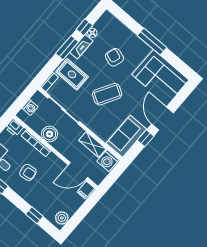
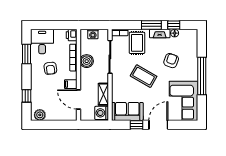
window: (152, 41) -> (202, 76), width x1.46
filing cabinet: (86, 190) -> (71, 84), moved

